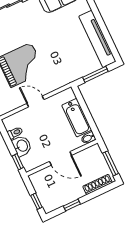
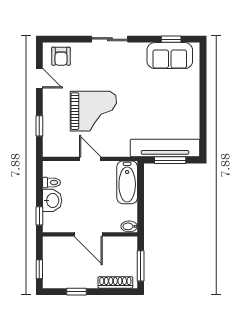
tv unit: (97, 39) -> (165, 148), moved, turned 90
bathtub: (77, 118) -> (127, 182), moved

